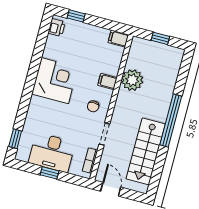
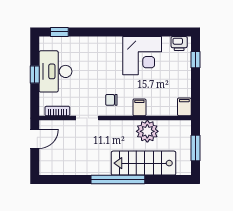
window: (160, 38) -> (195, 148), width x1.50
corner desk: (55, 81) -> (142, 56), moved
stairs: (146, 151) -> (144, 163), moved

